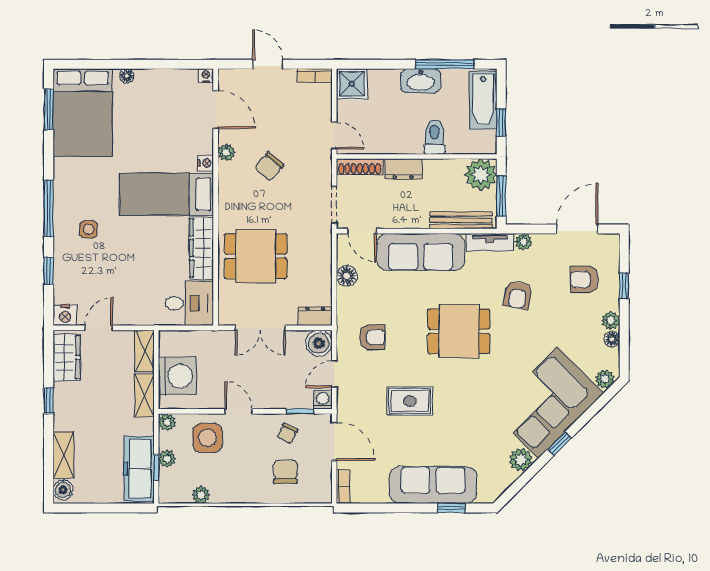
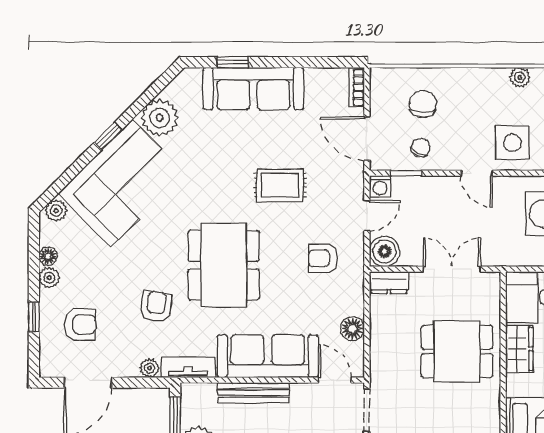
bench: (461, 220) -> (253, 393), moved
wardrobe: (201, 248) -> (519, 349), width x0.67
dining table: (459, 331) -> (224, 265), width x1.37
plant: (521, 460) -> (160, 118), width x1.36, depth x1.36
chair: (285, 472) -> (423, 104), turned 180

